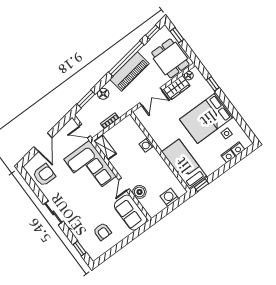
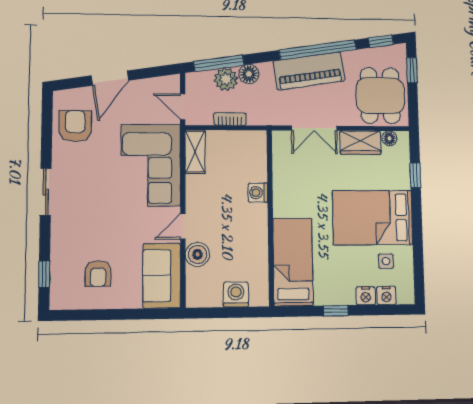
window: (86, 99) -> (219, 63), width x1.44
plant: (95, 104) -> (226, 79), added
armchair: (44, 175) -> (75, 126), turned -90
window: (201, 185) -> (336, 311), moved

